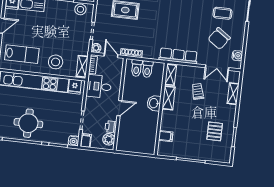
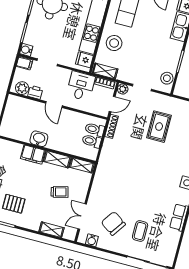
row of seats: (178, 56) -> (101, 176), removed
washbasin: (154, 103) -> (39, 139), moved
filing cabinet: (166, 136) -> (33, 154), moved, width x2.00

